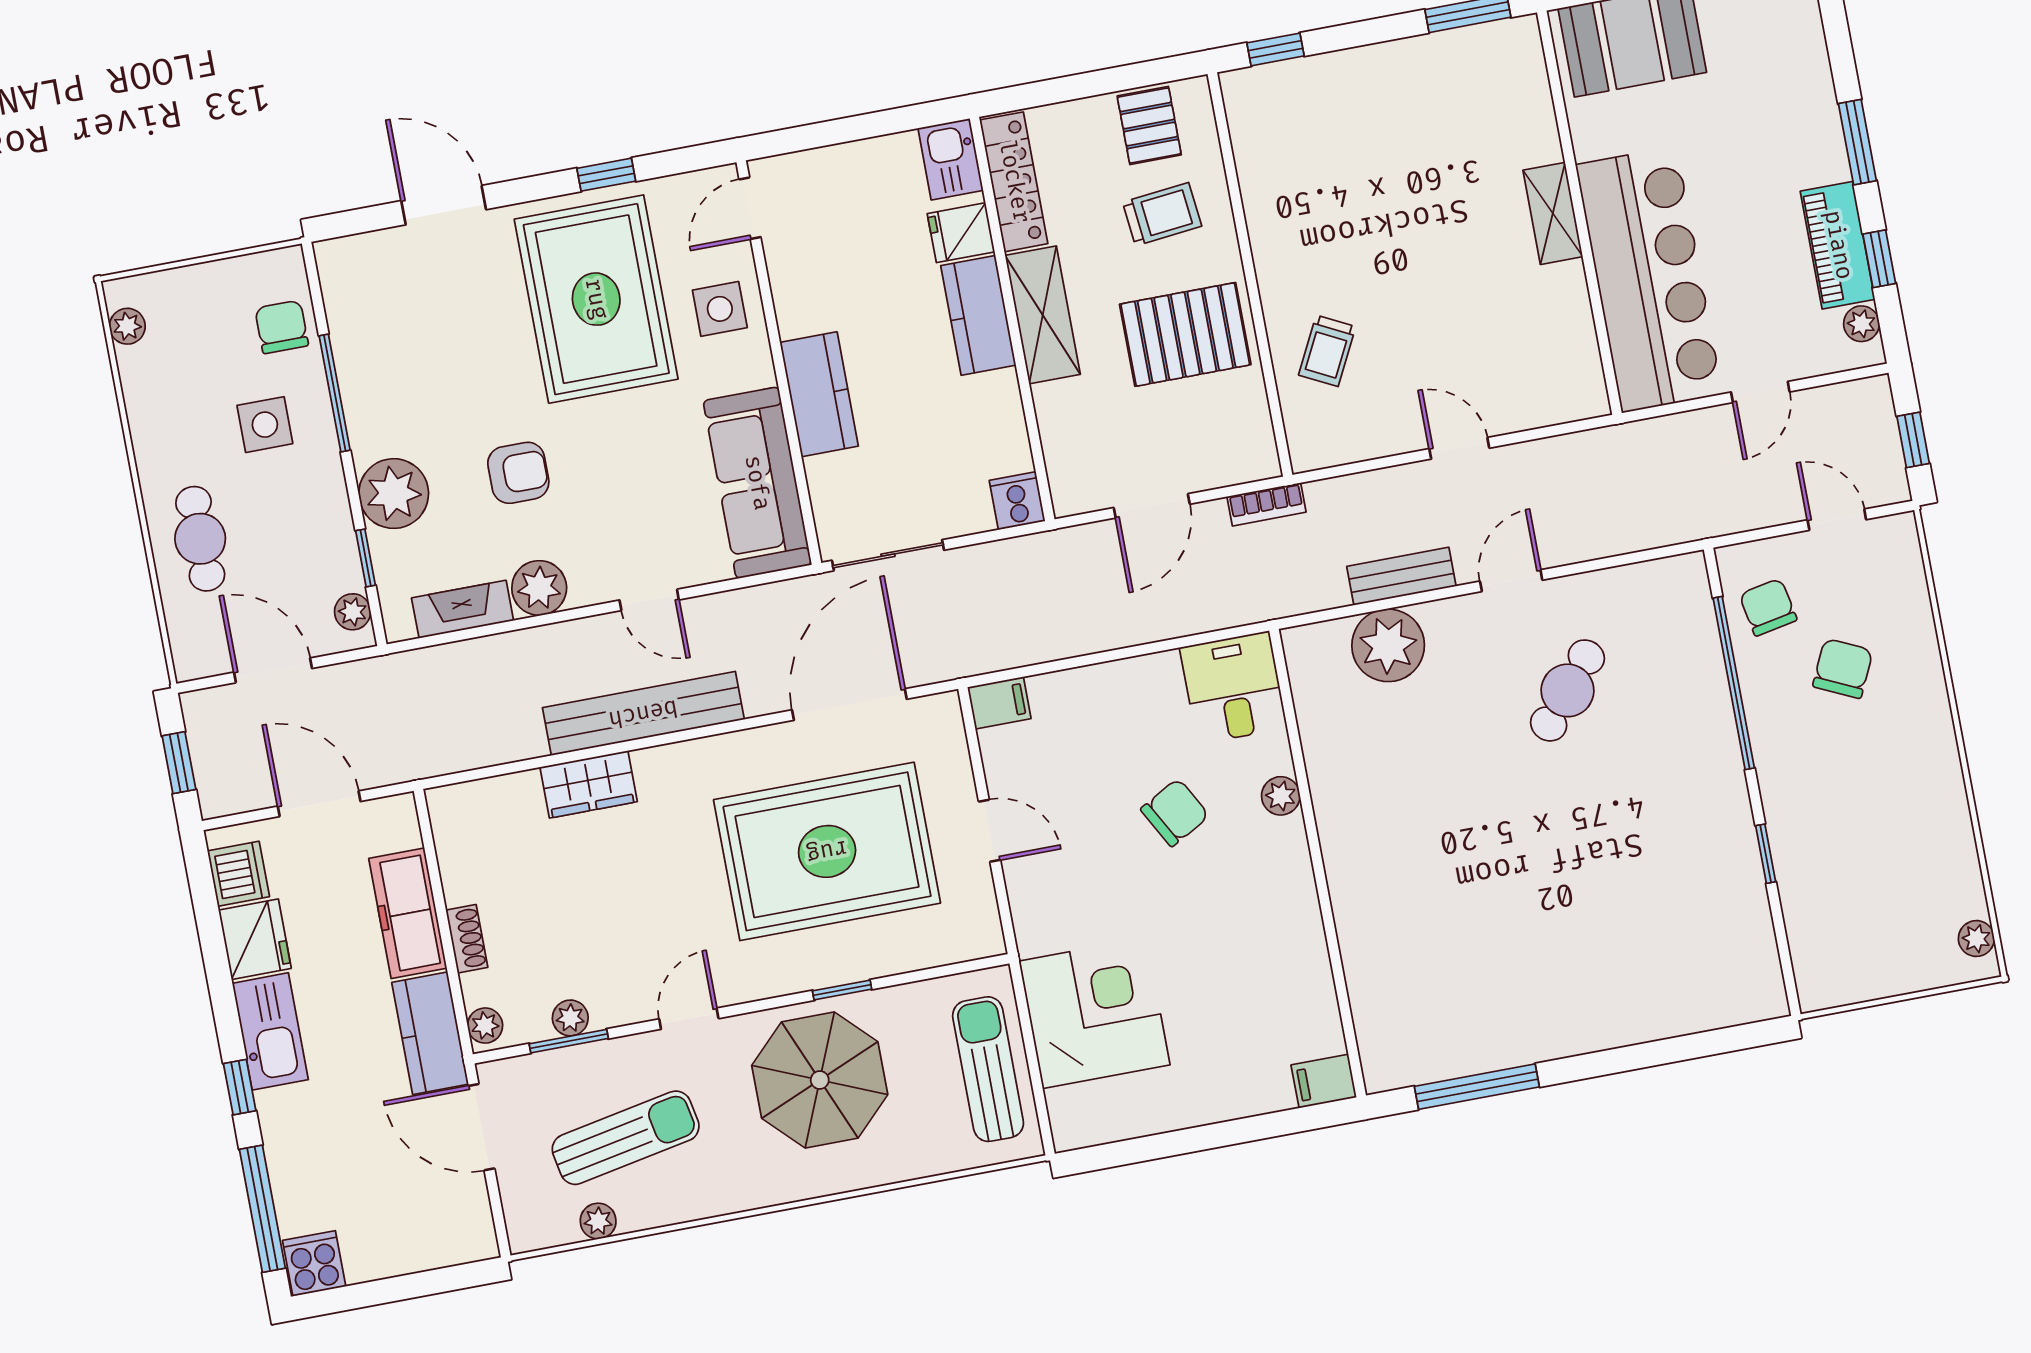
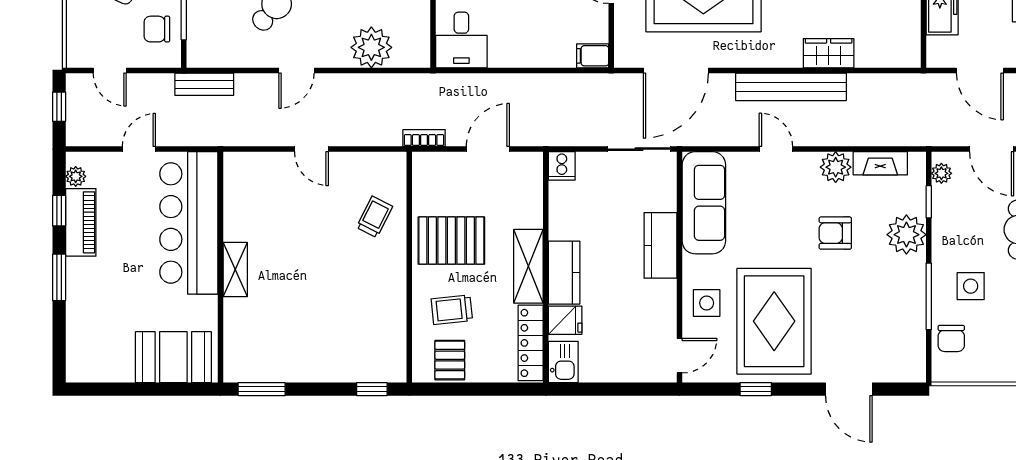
bench: (1401, 576) -> (204, 84), moved
chair: (1768, 607) -> (157, 29), turned 101

